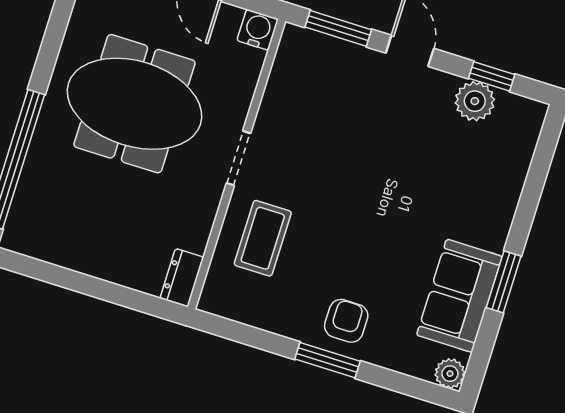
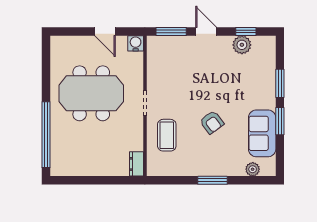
window: (528, 205) -> (280, 83), added
armchair: (346, 321) -> (212, 122), moved, turned 143
plant: (450, 374) -> (253, 169), moved

